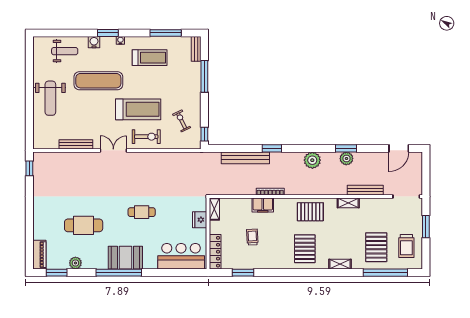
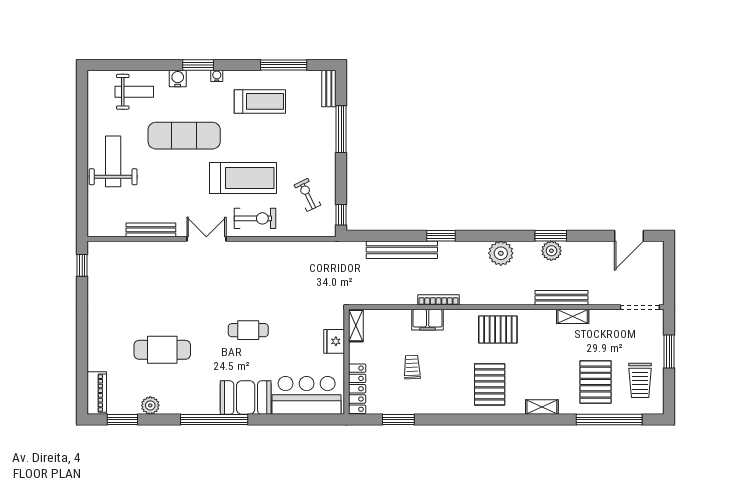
weight bench: (50, 98) -> (113, 161), turned 180
bench: (365, 190) -> (562, 298), moved
shelving: (348, 203) -> (573, 316), moved
booth: (125, 258) -> (246, 398), moved

